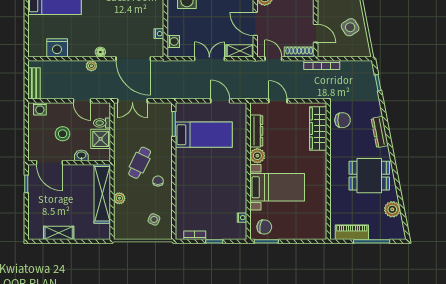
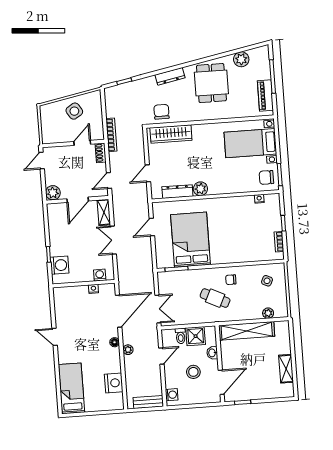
shoe rack: (299, 52) -> (101, 153), width x0.70
bed: (204, 135) -> (191, 240), width x1.50
bed with nightstands: (277, 187) -> (250, 143), moved, turned -90
plant: (119, 198) -> (268, 313), moved
chair: (264, 227) -> (266, 177), turned -99

